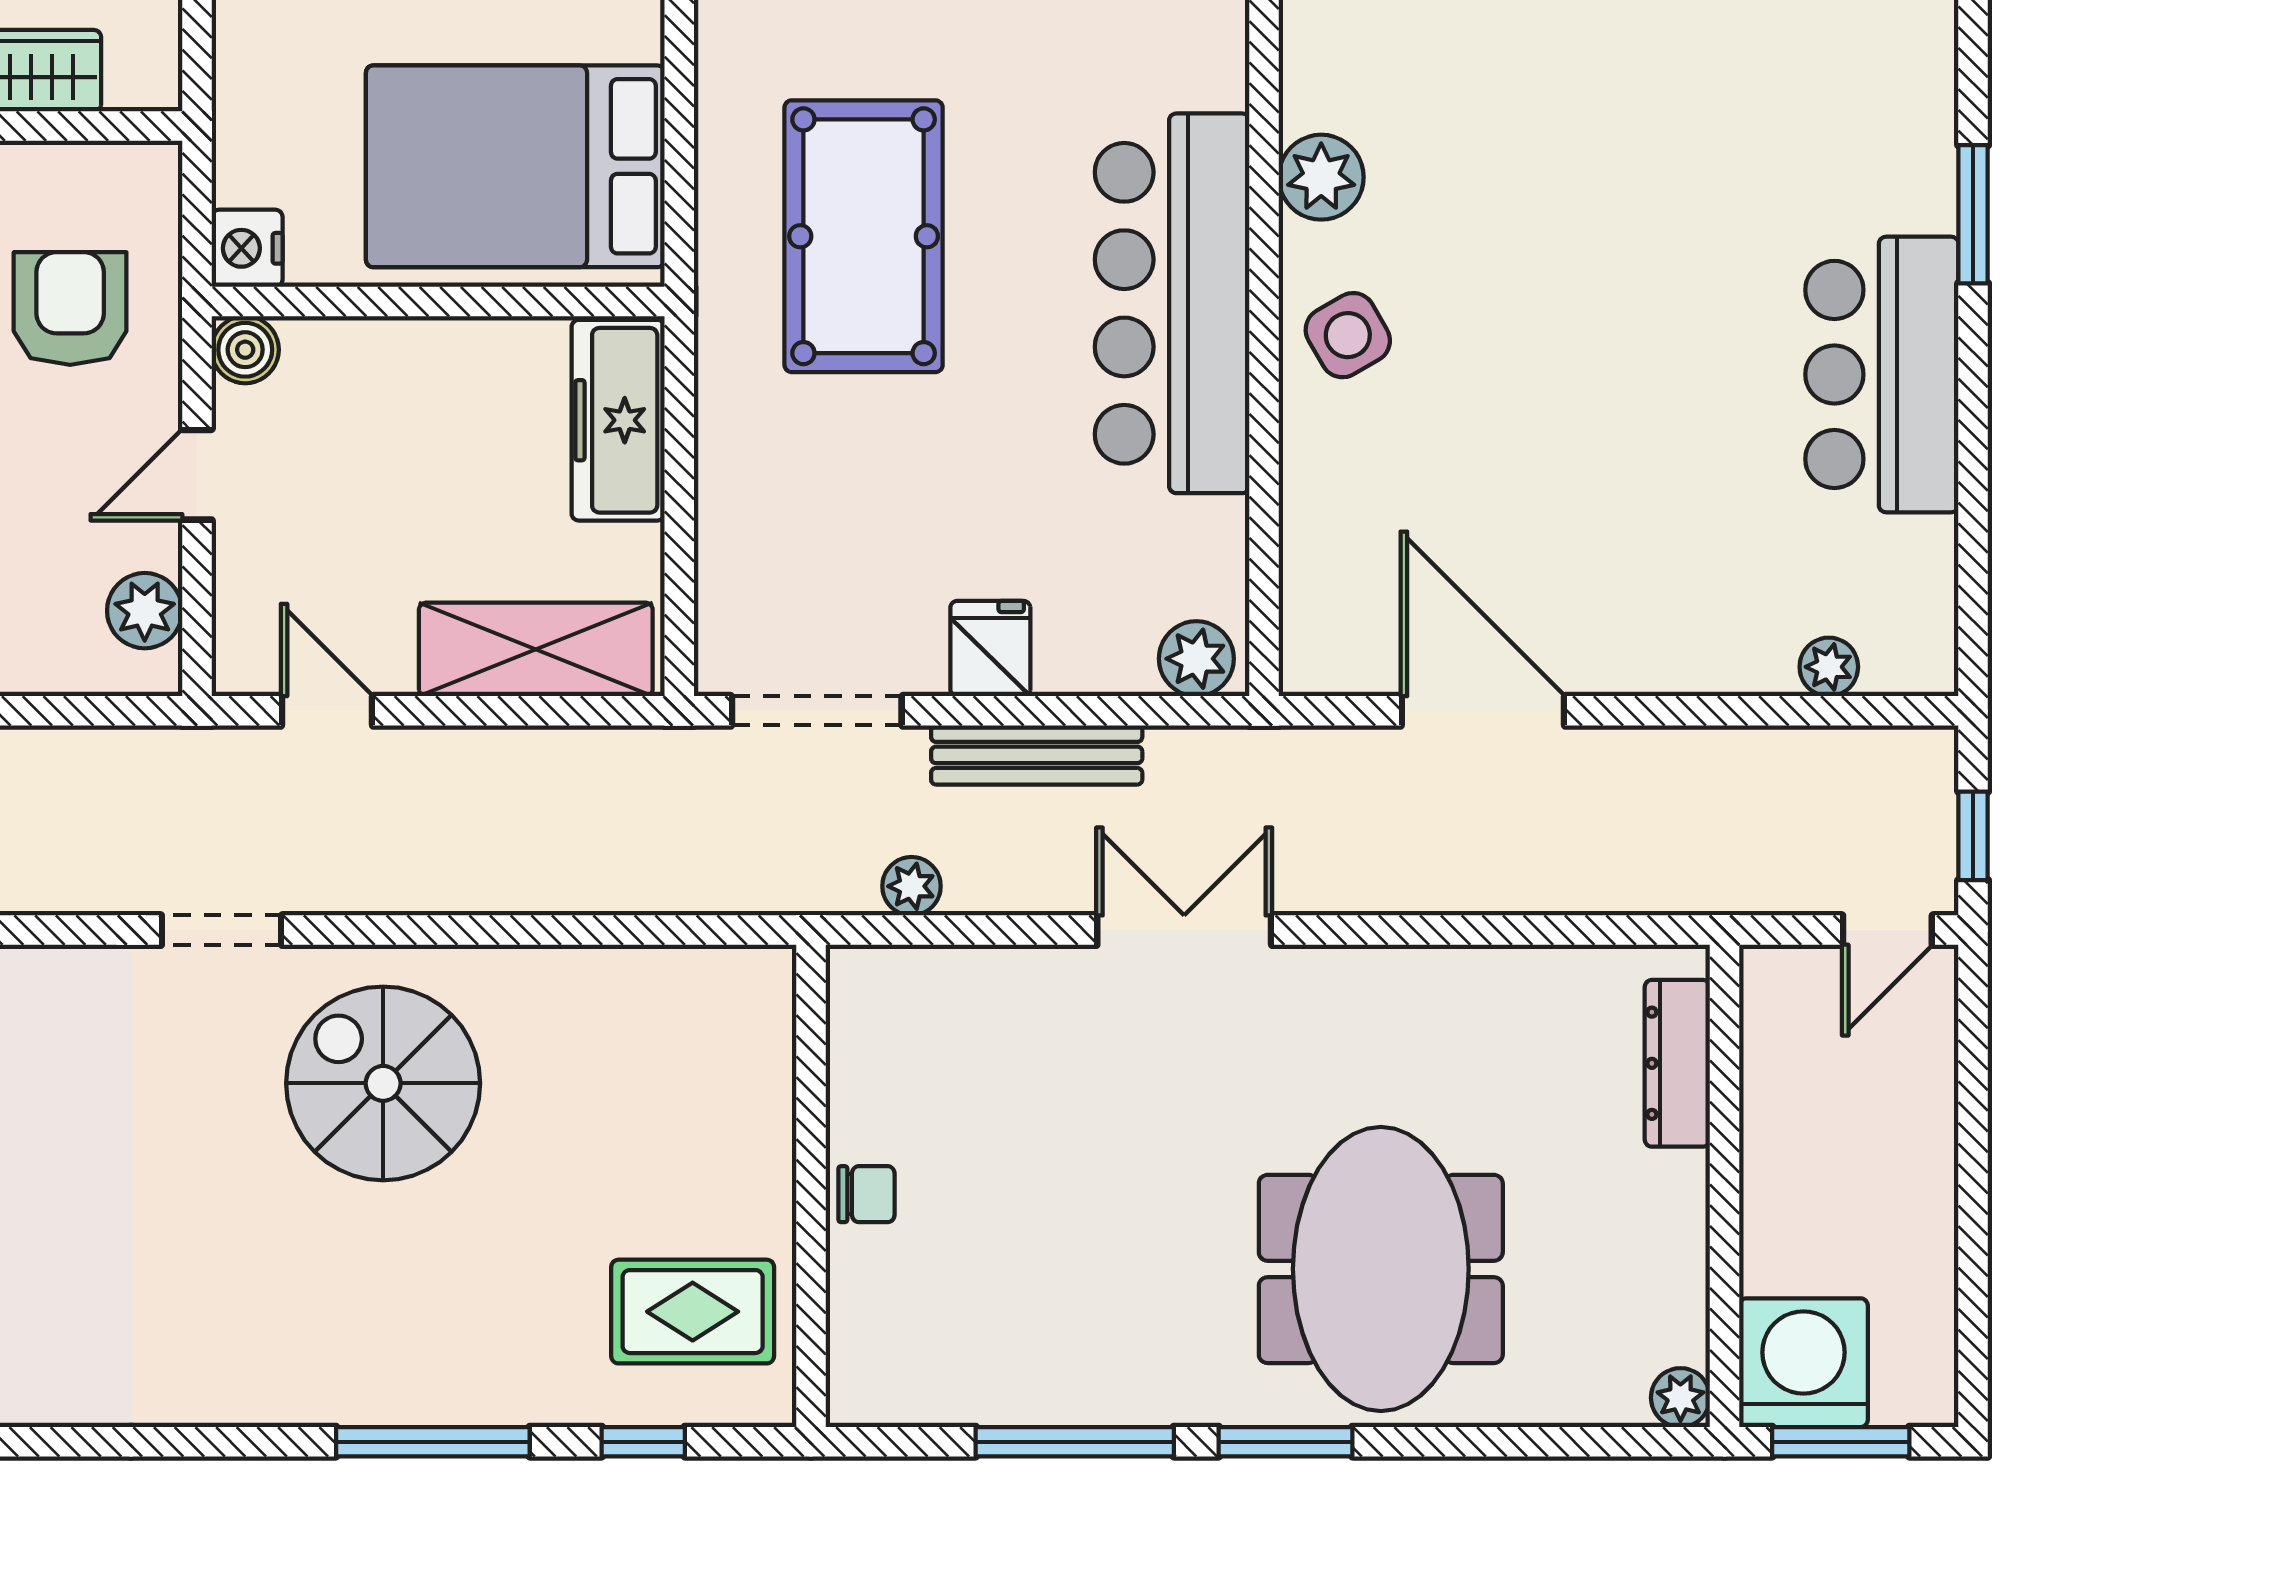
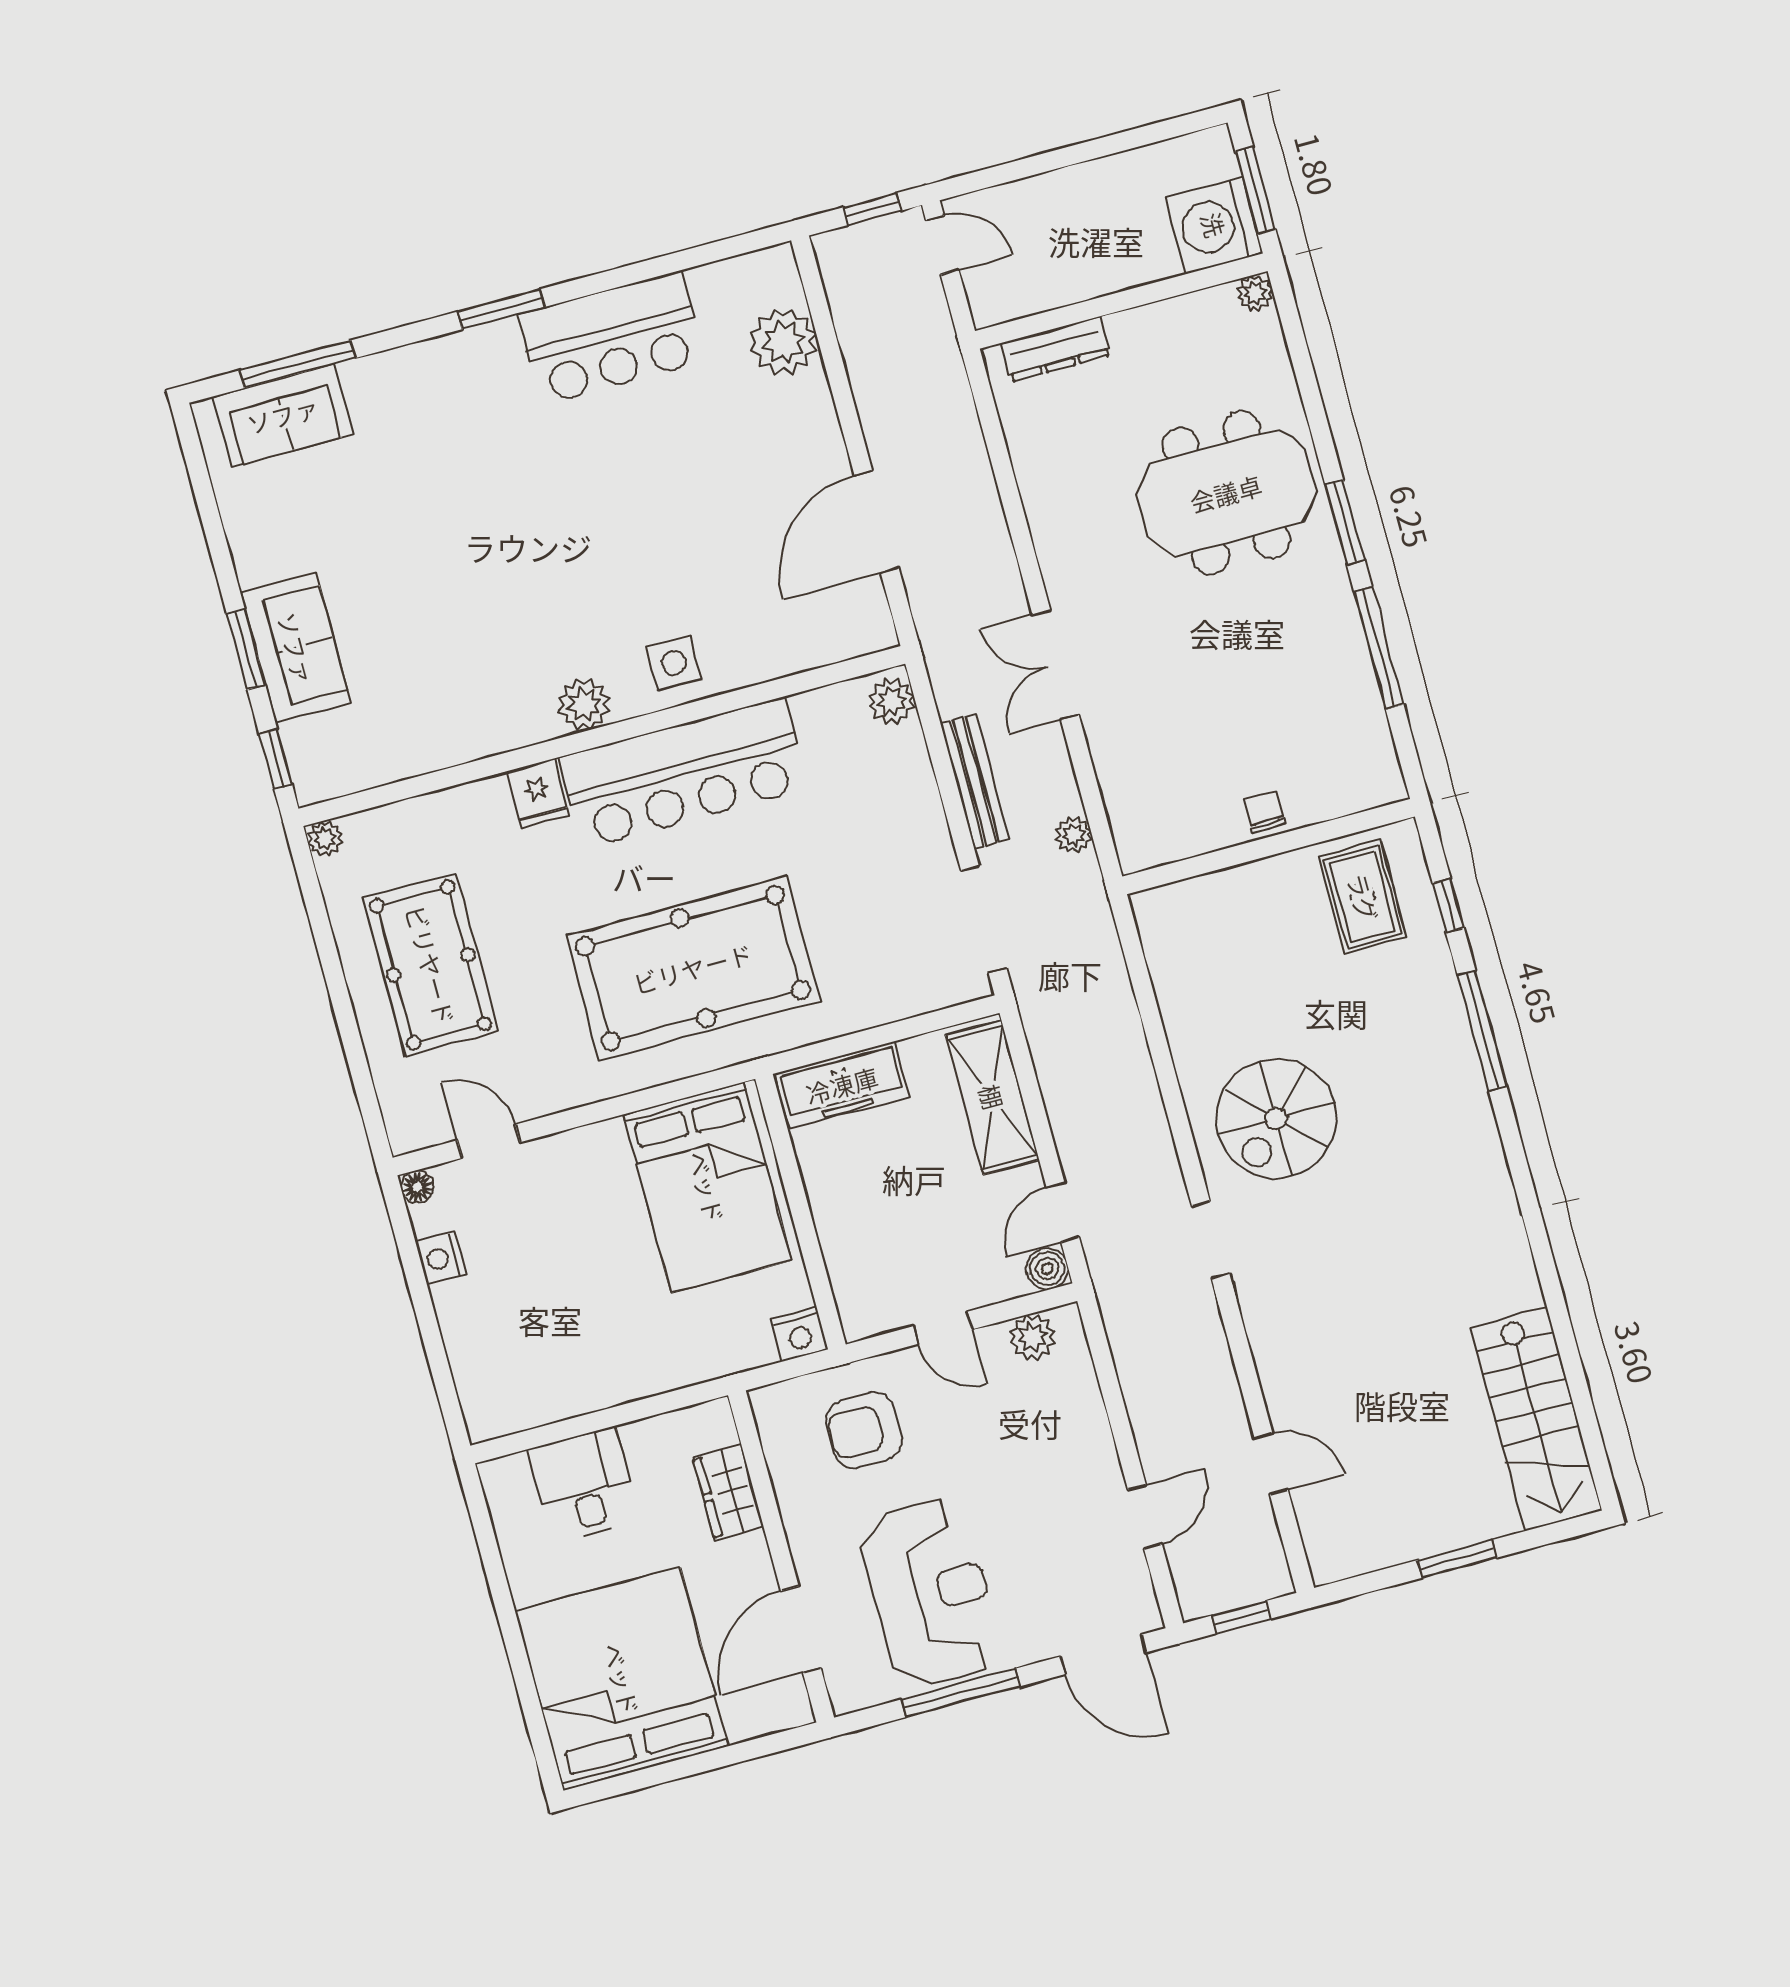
pool table: (864, 236) -> (693, 968), width x1.36, depth x1.32
side table: (1348, 335) -> (674, 663), turned 30
boiler: (245, 350) -> (1047, 1269), moved
fridge: (990, 648) -> (538, 793), moved, turned -90
plant: (1829, 667) -> (783, 342), width x1.88, depth x1.88

